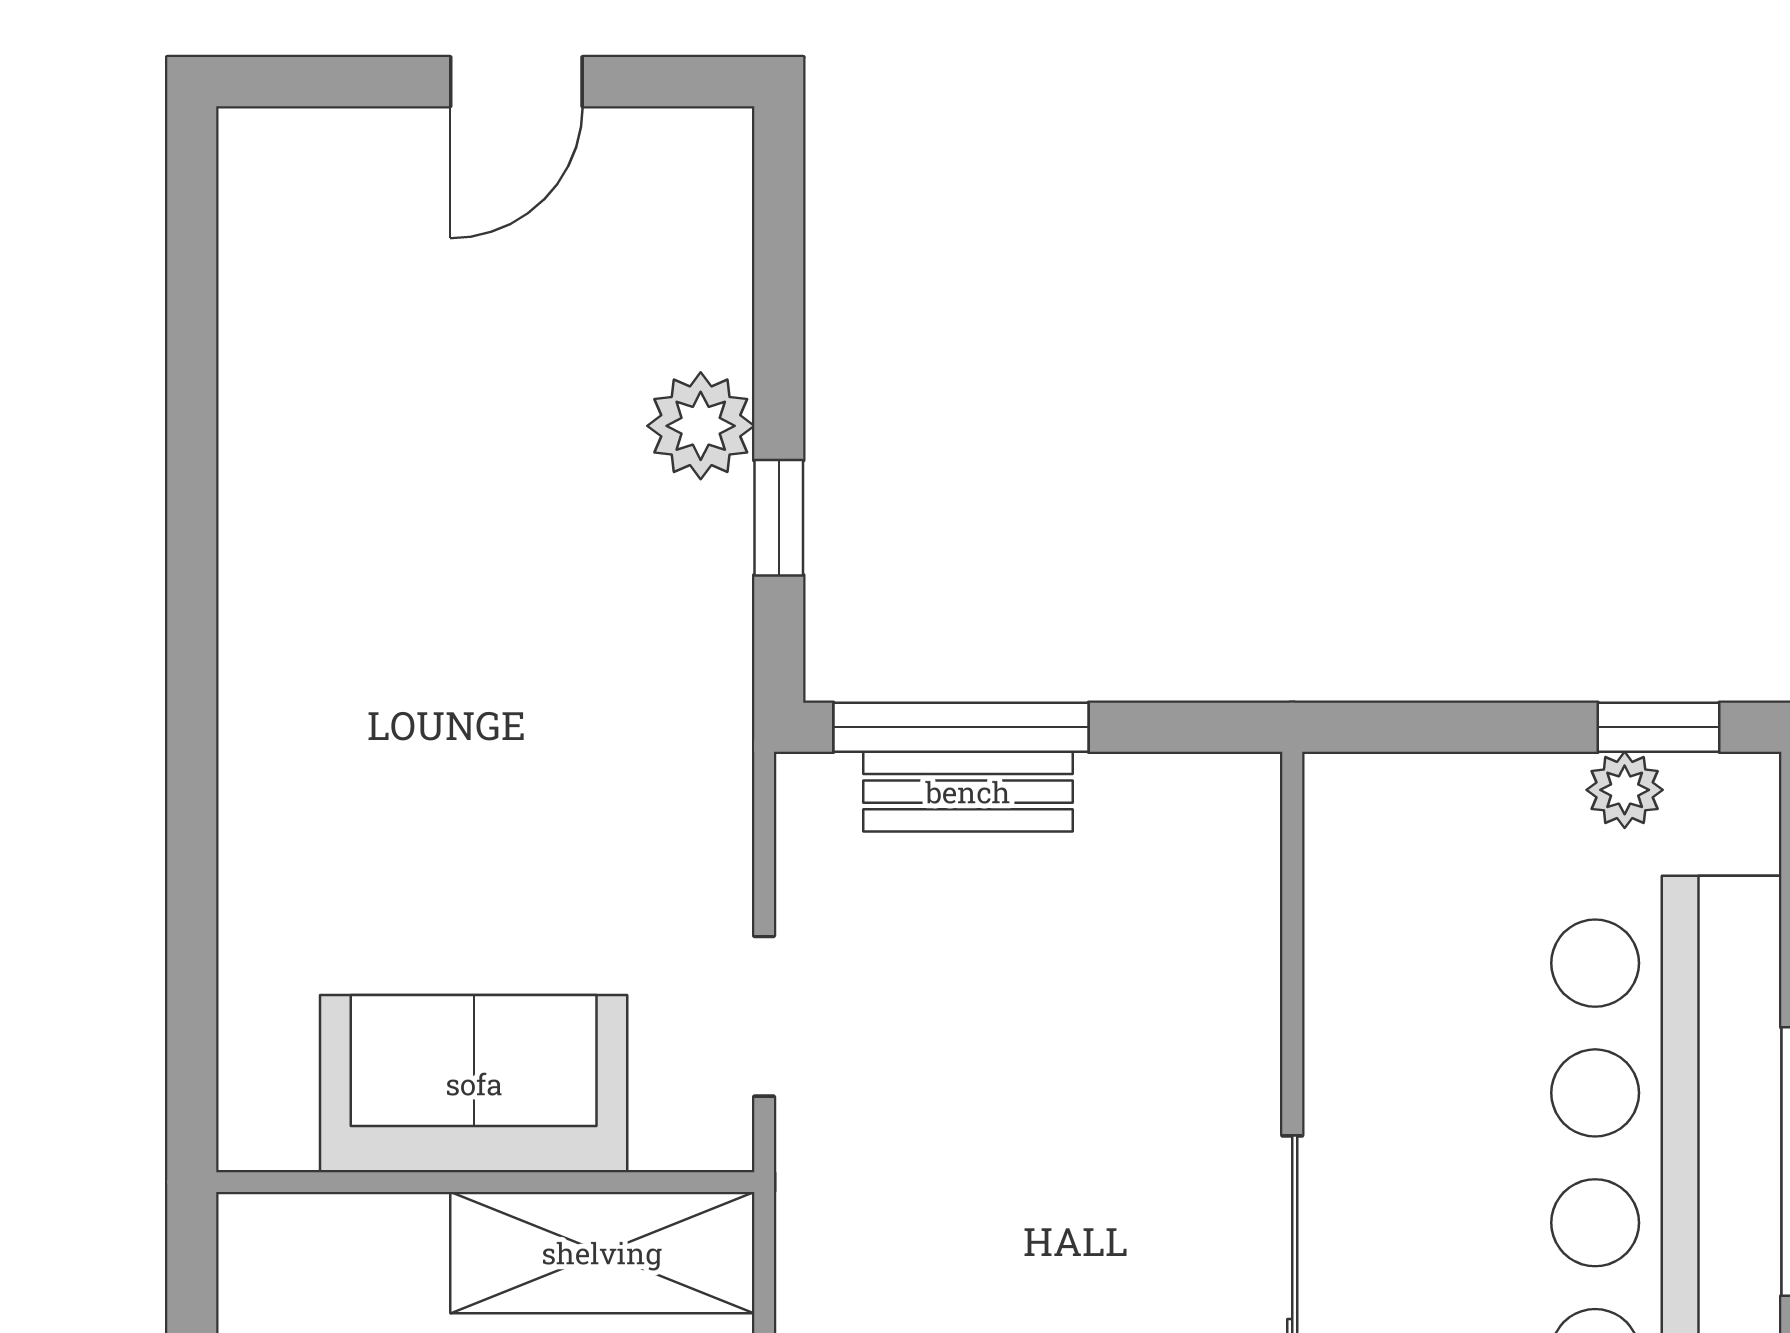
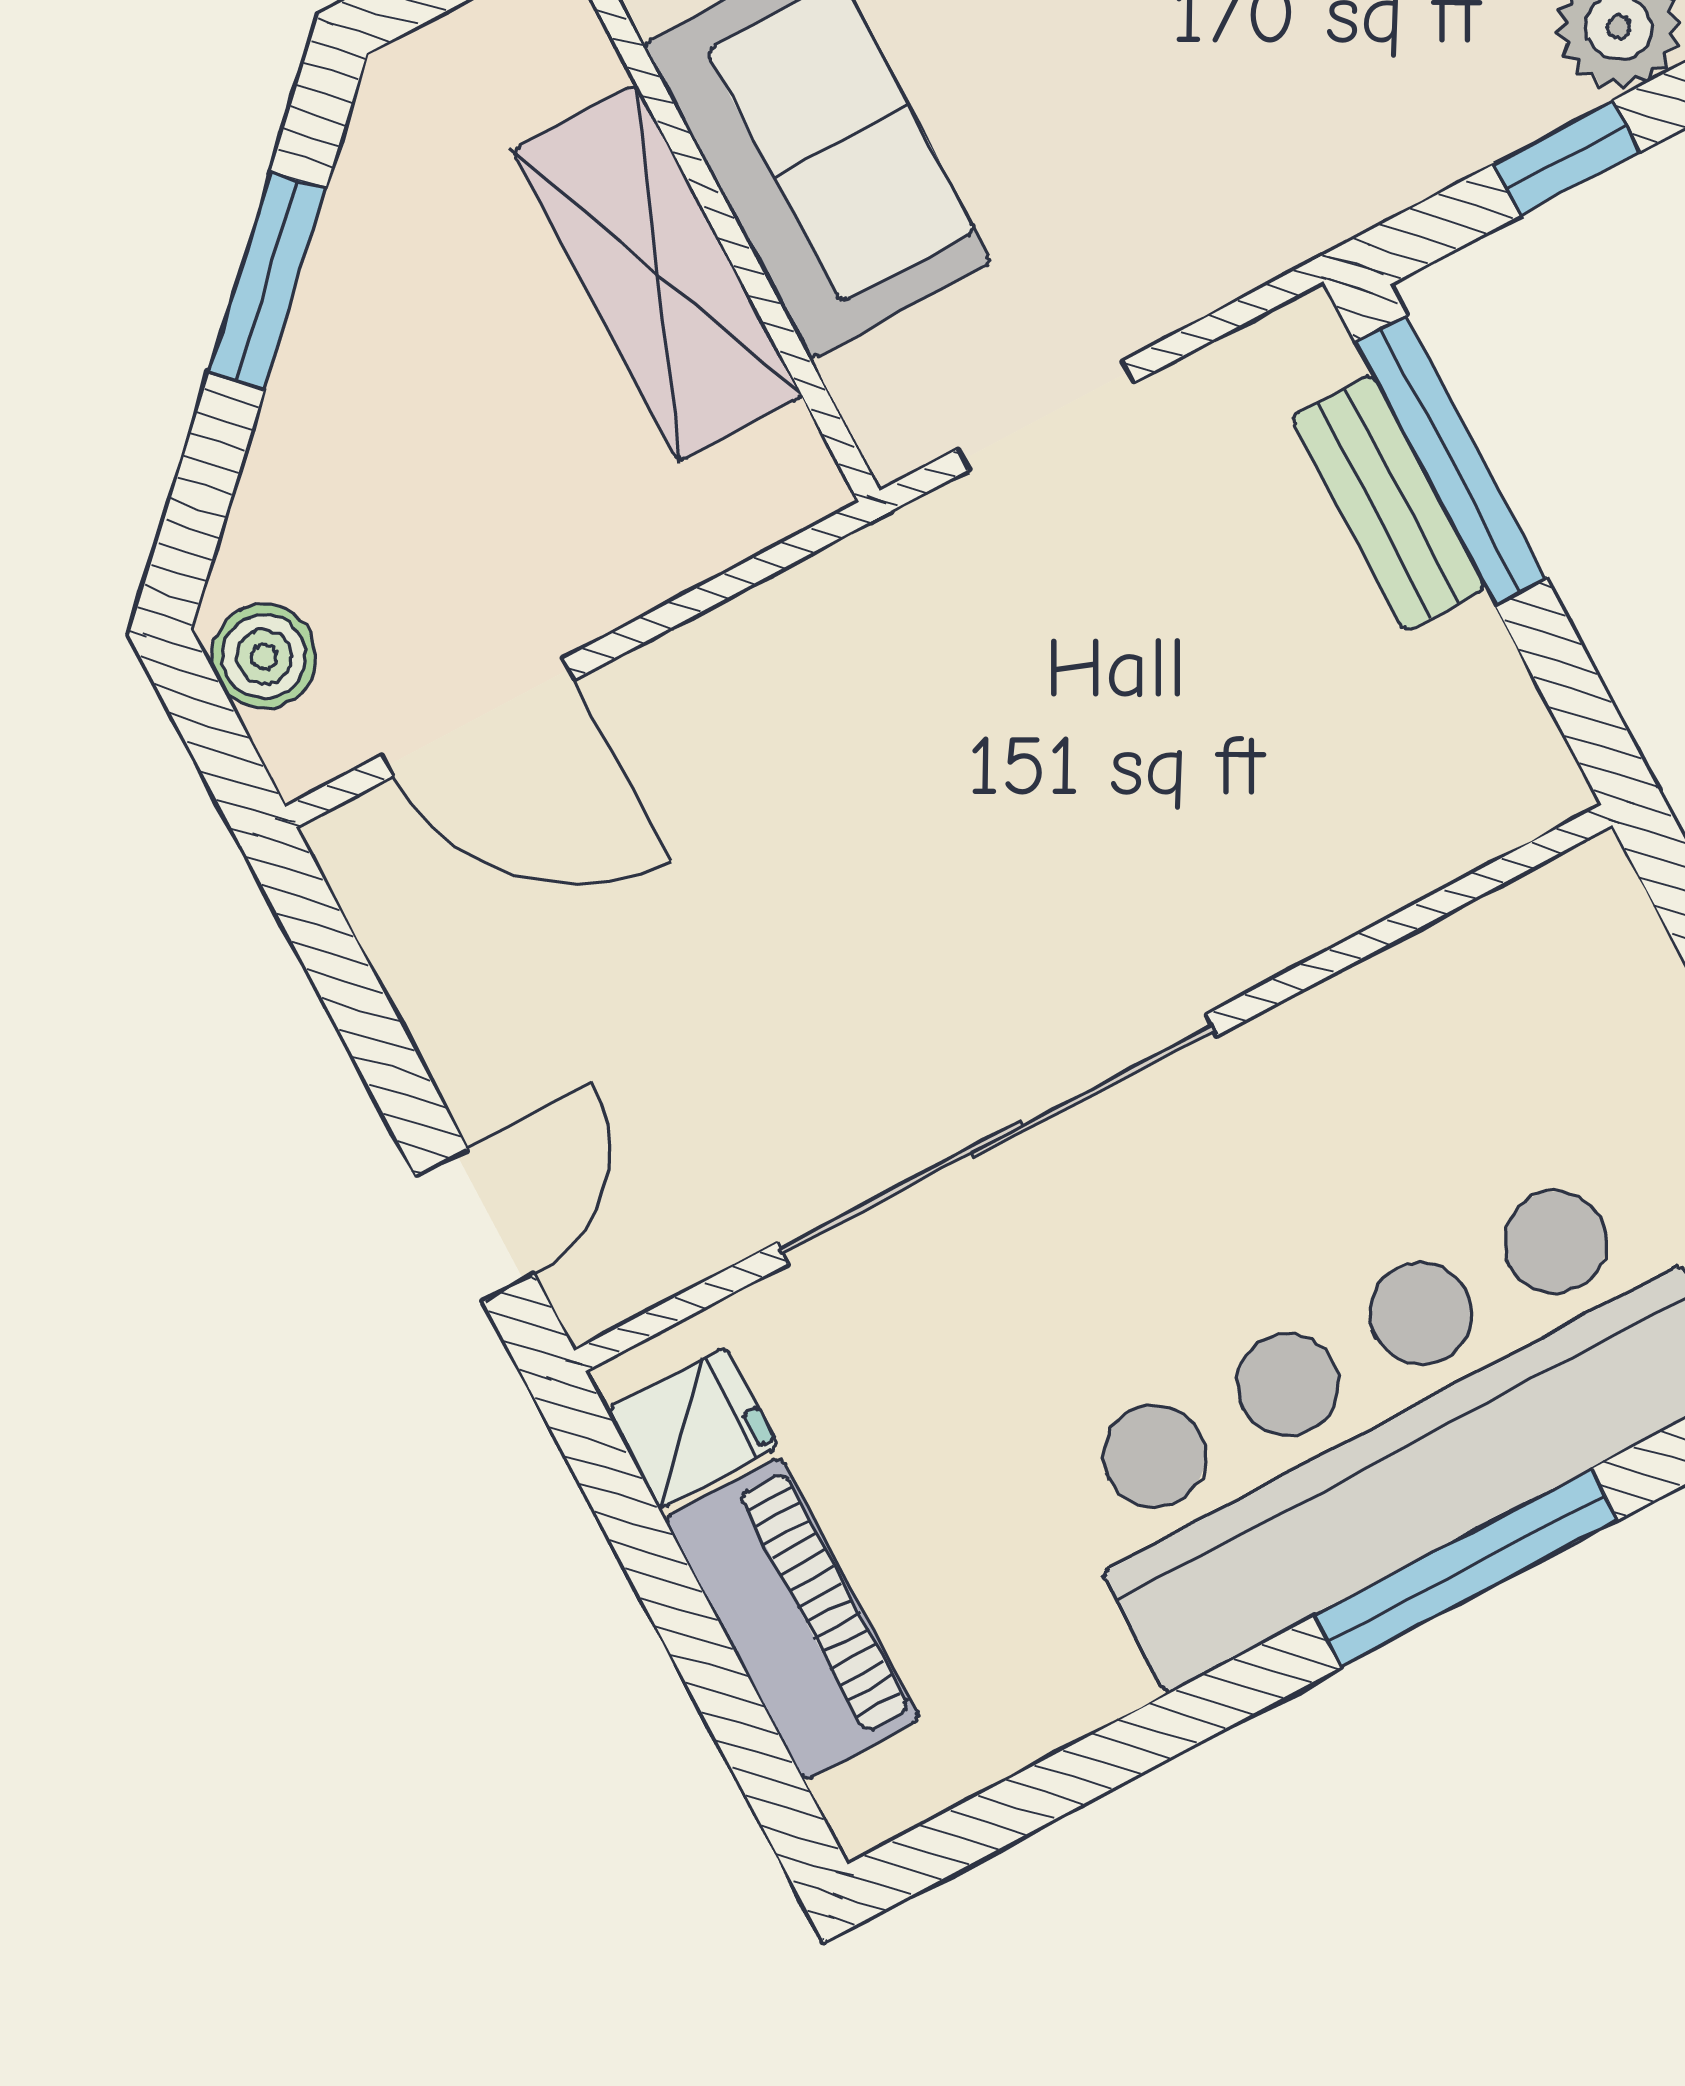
shelving: (602, 1253) -> (657, 273), moved

